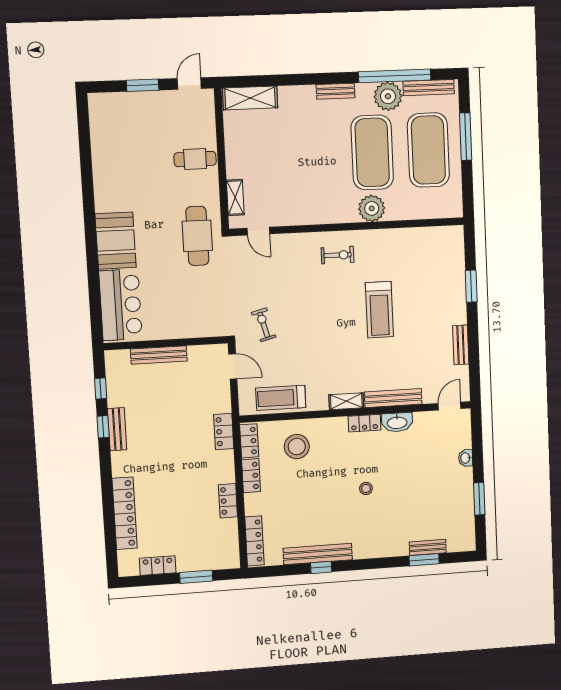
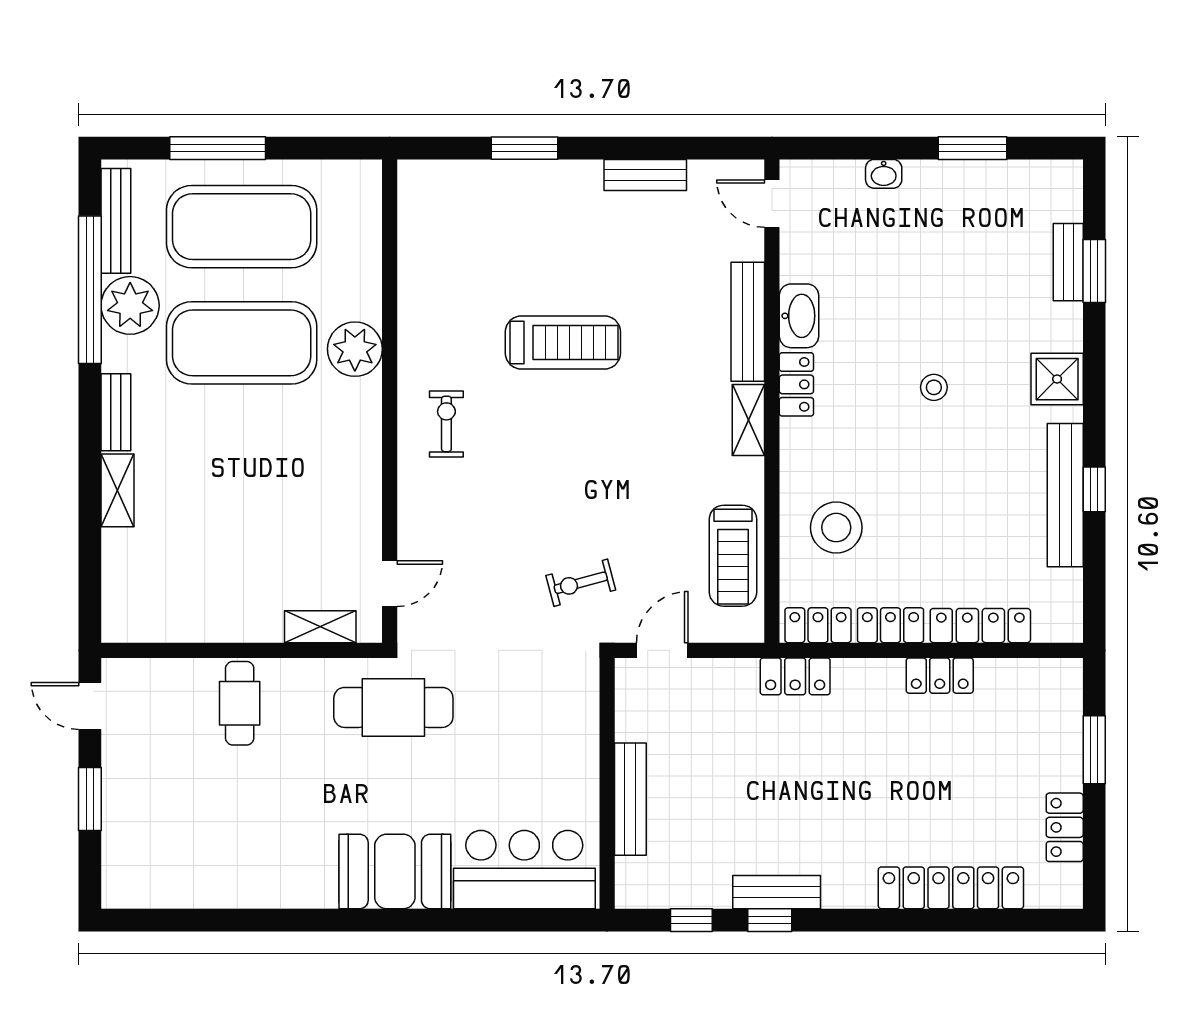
shelving: (250, 98) -> (117, 490), moved, width x0.67, depth x0.75
locker: (254, 541) -> (980, 626), moved
shower: (373, 546) -> (1057, 379), added

